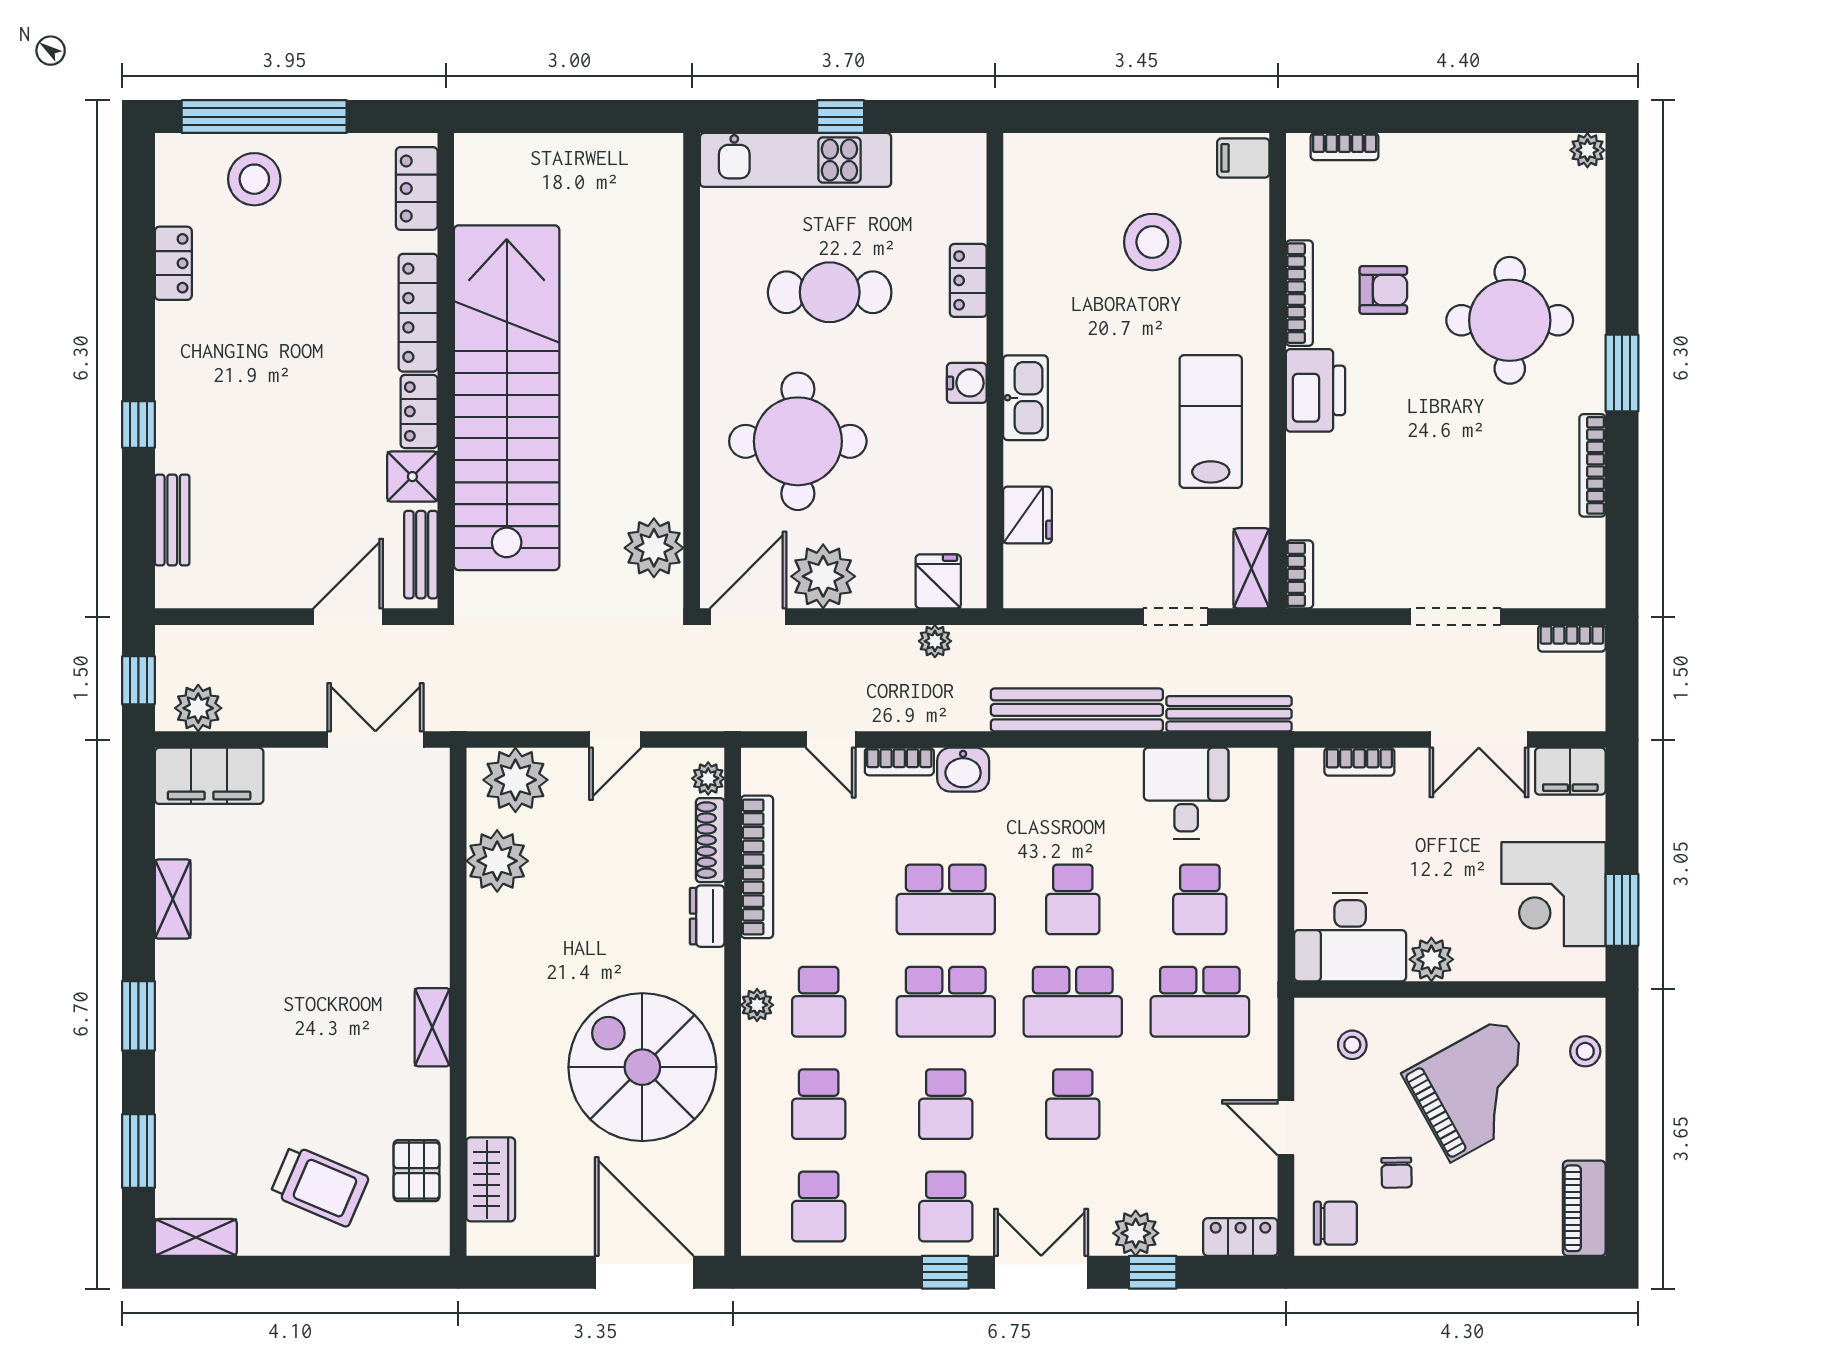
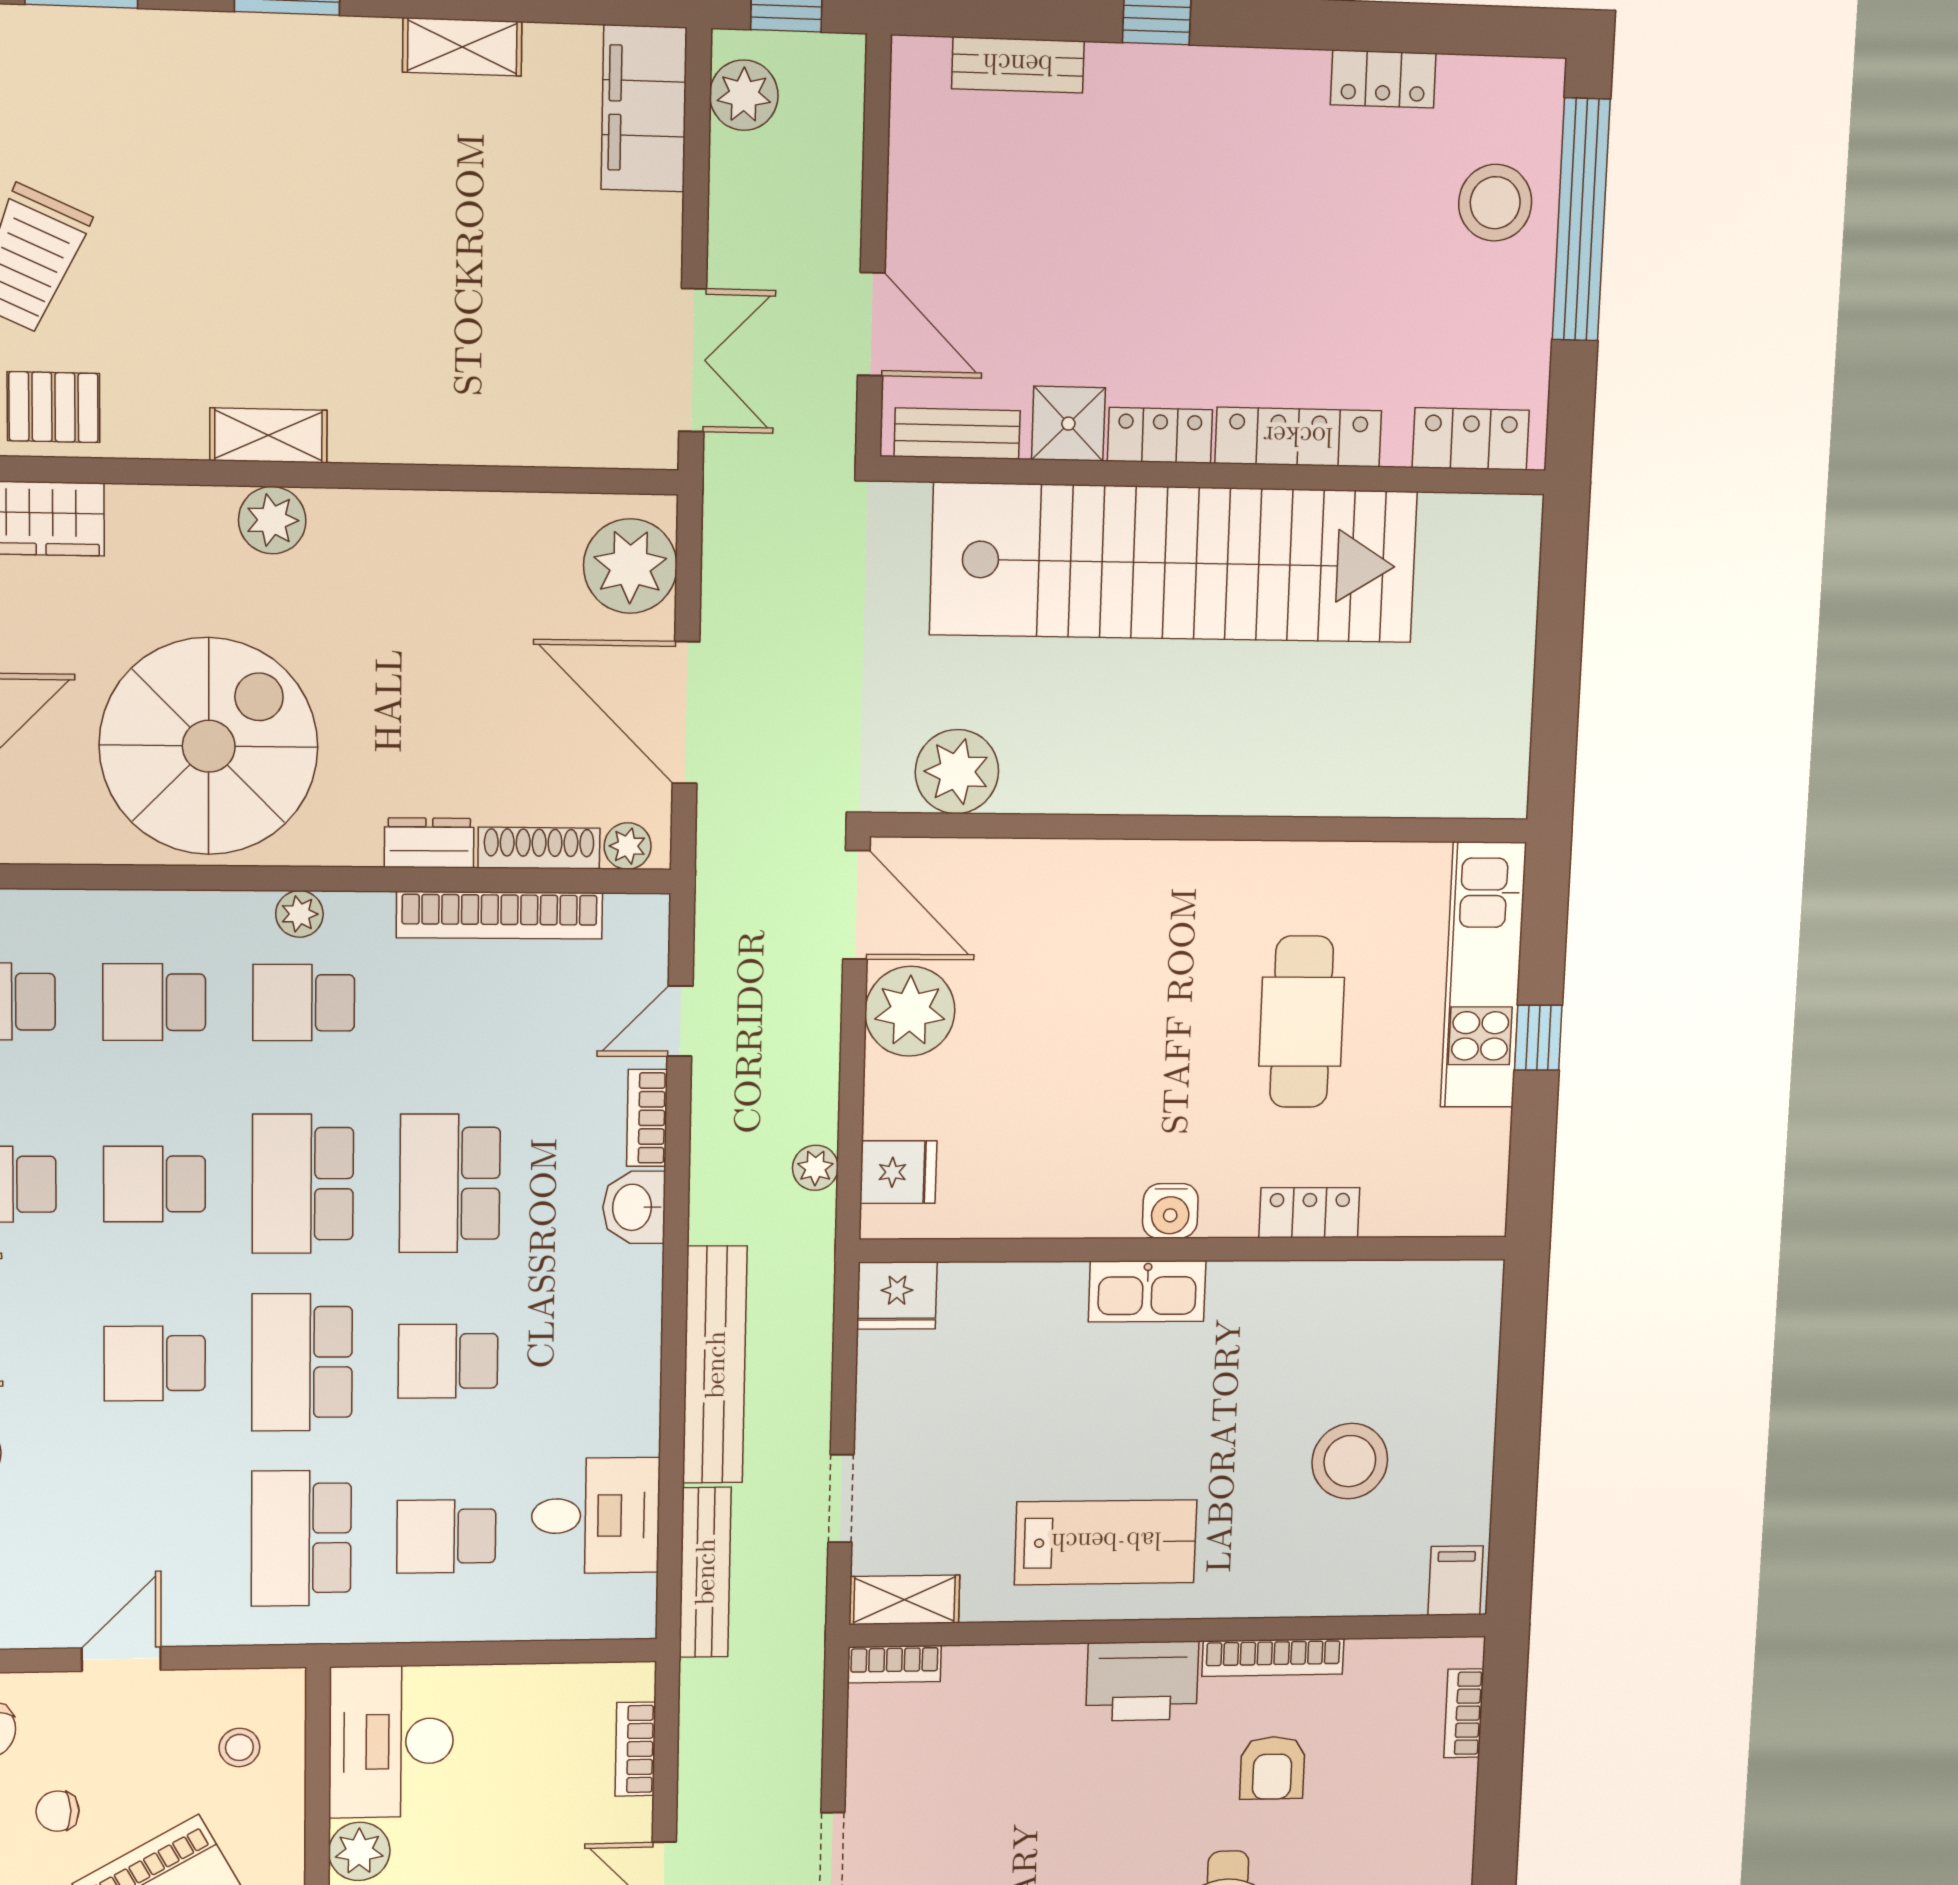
round table: (798, 441) -> (1099, 977), removed
fridge: (1028, 515) -> (897, 1296), moved
door: (615, 740) -> (686, 713), width x1.88
plant: (497, 861) -> (272, 520), moved, width x0.73, depth x0.73

